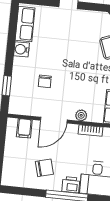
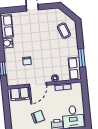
filing cabinet: (24, 128) -> (20, 94), width x2.00

